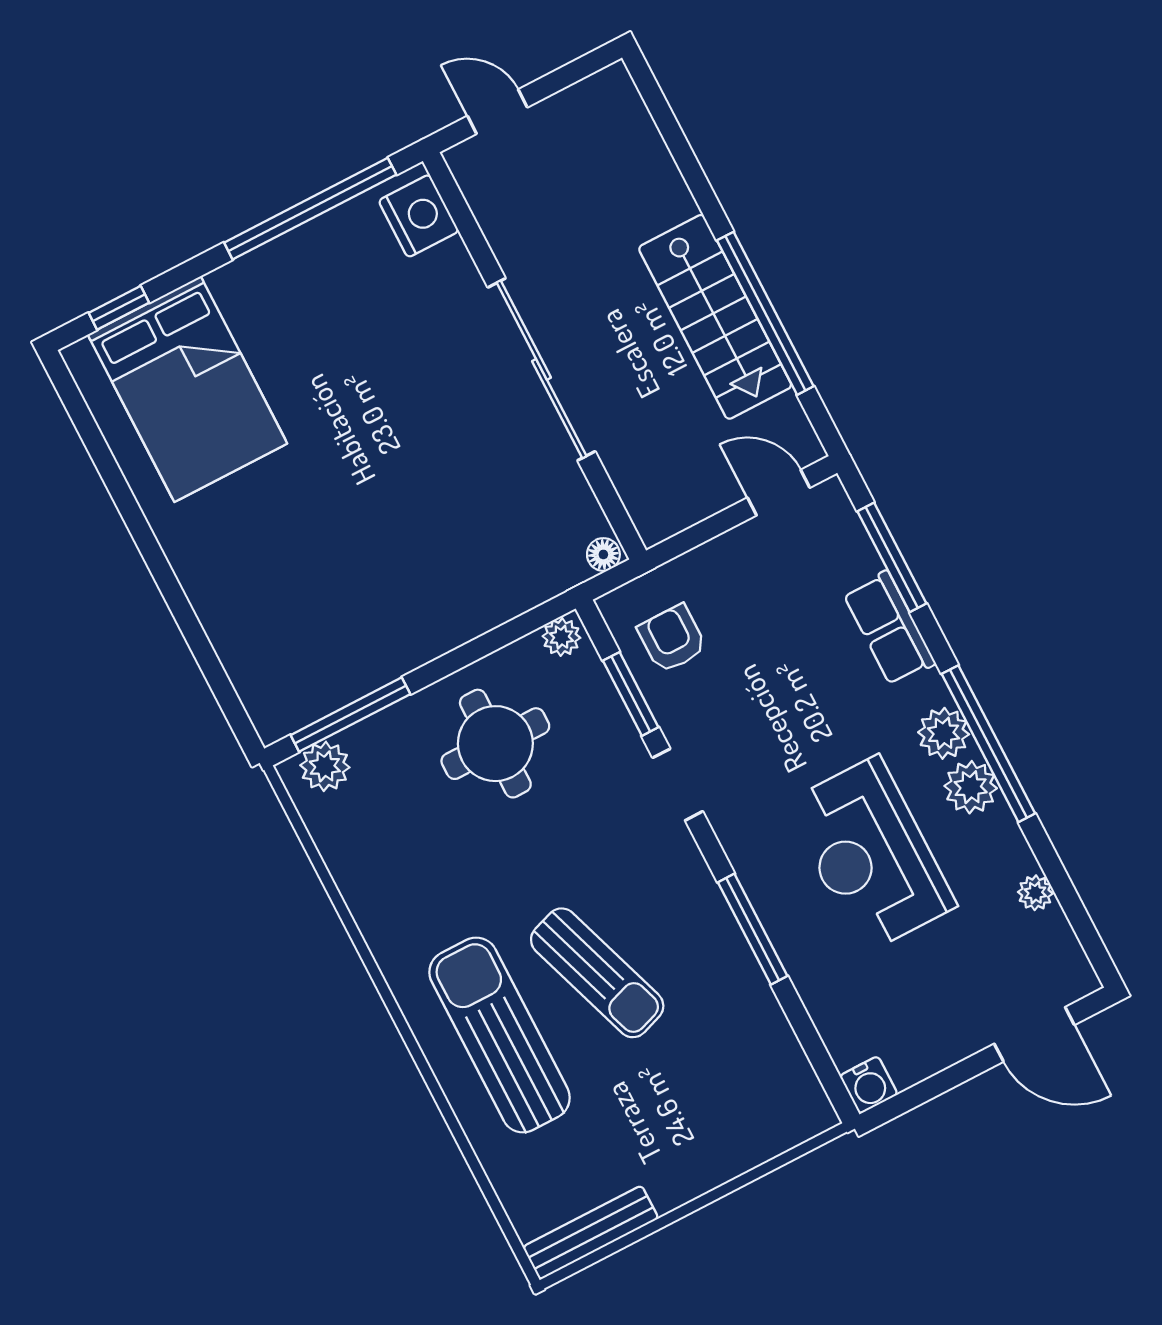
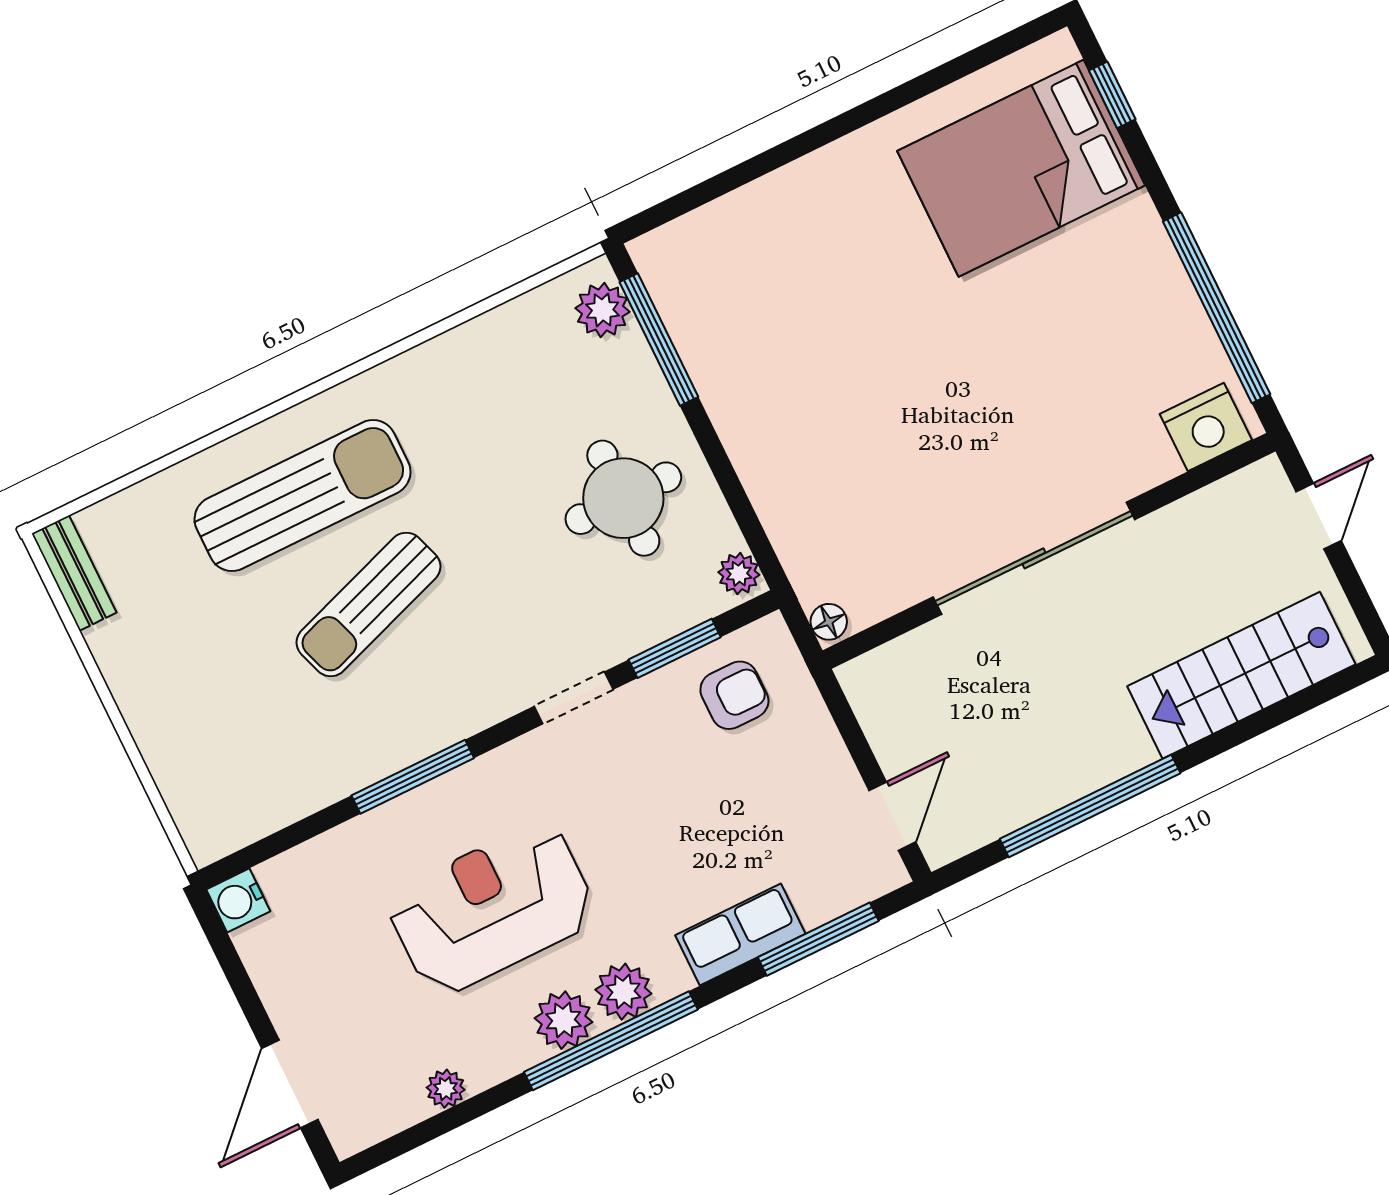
stairs: (715, 317) -> (1241, 675), moved
bench: (591, 1233) -> (74, 573), width x0.73

